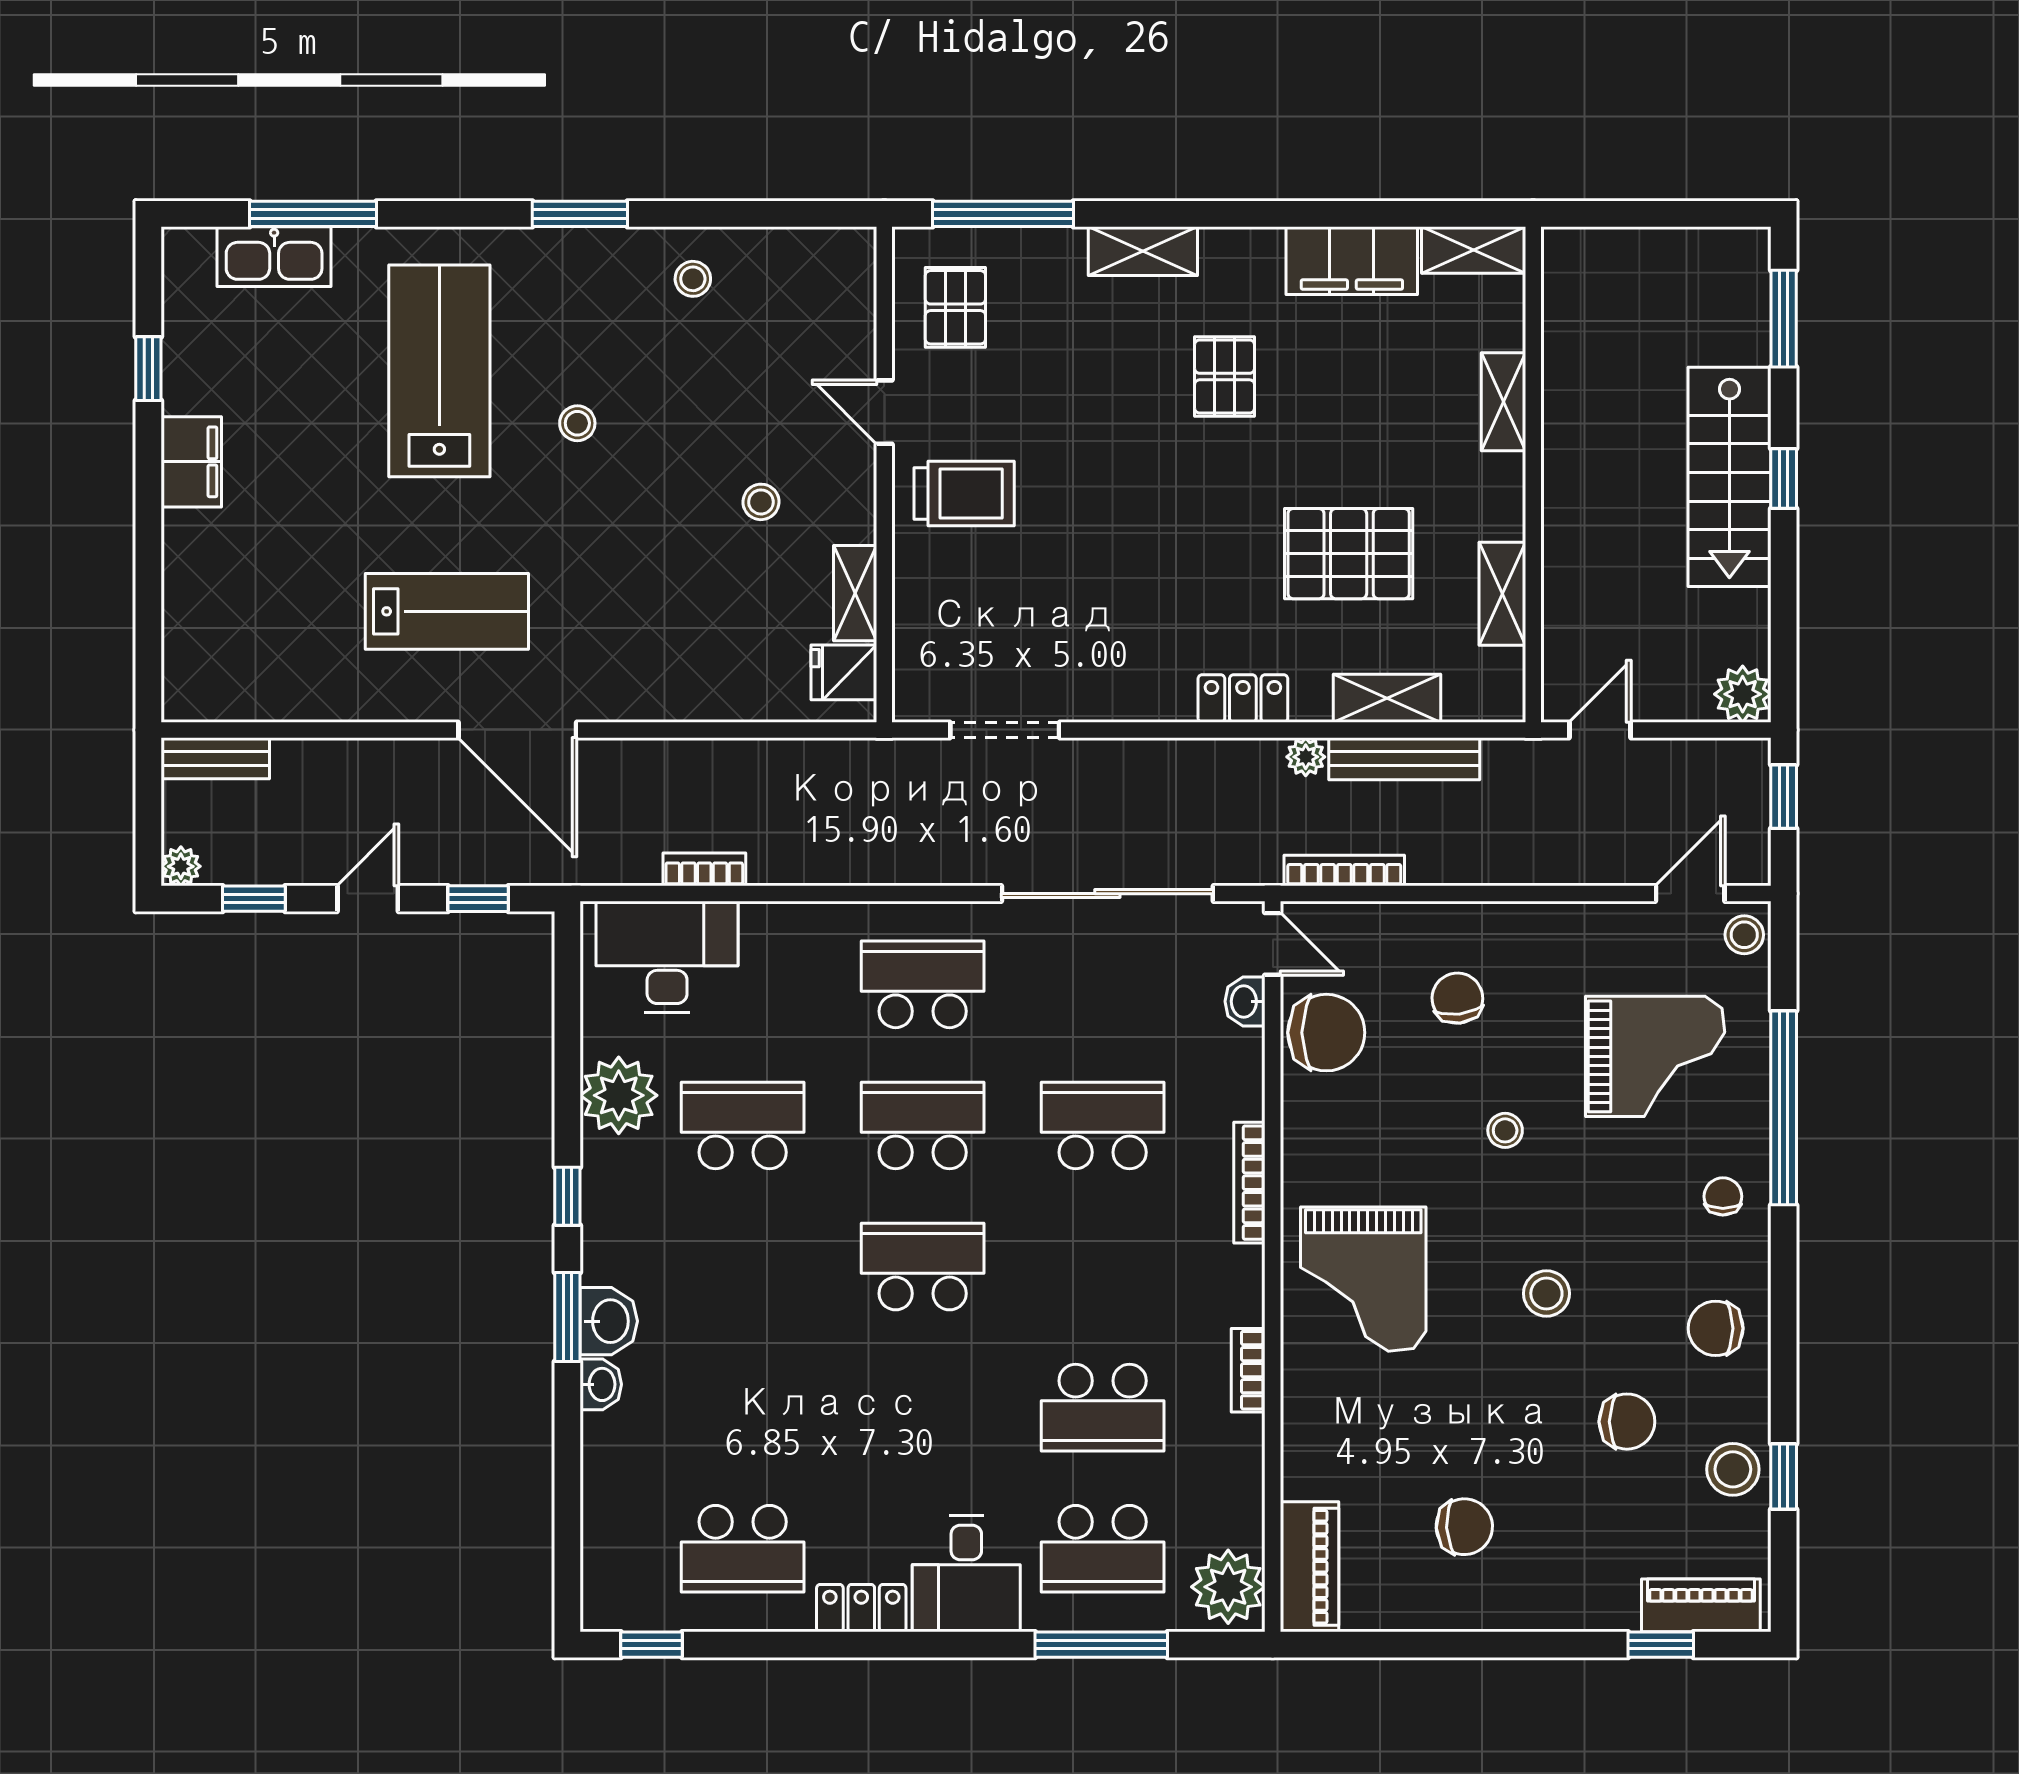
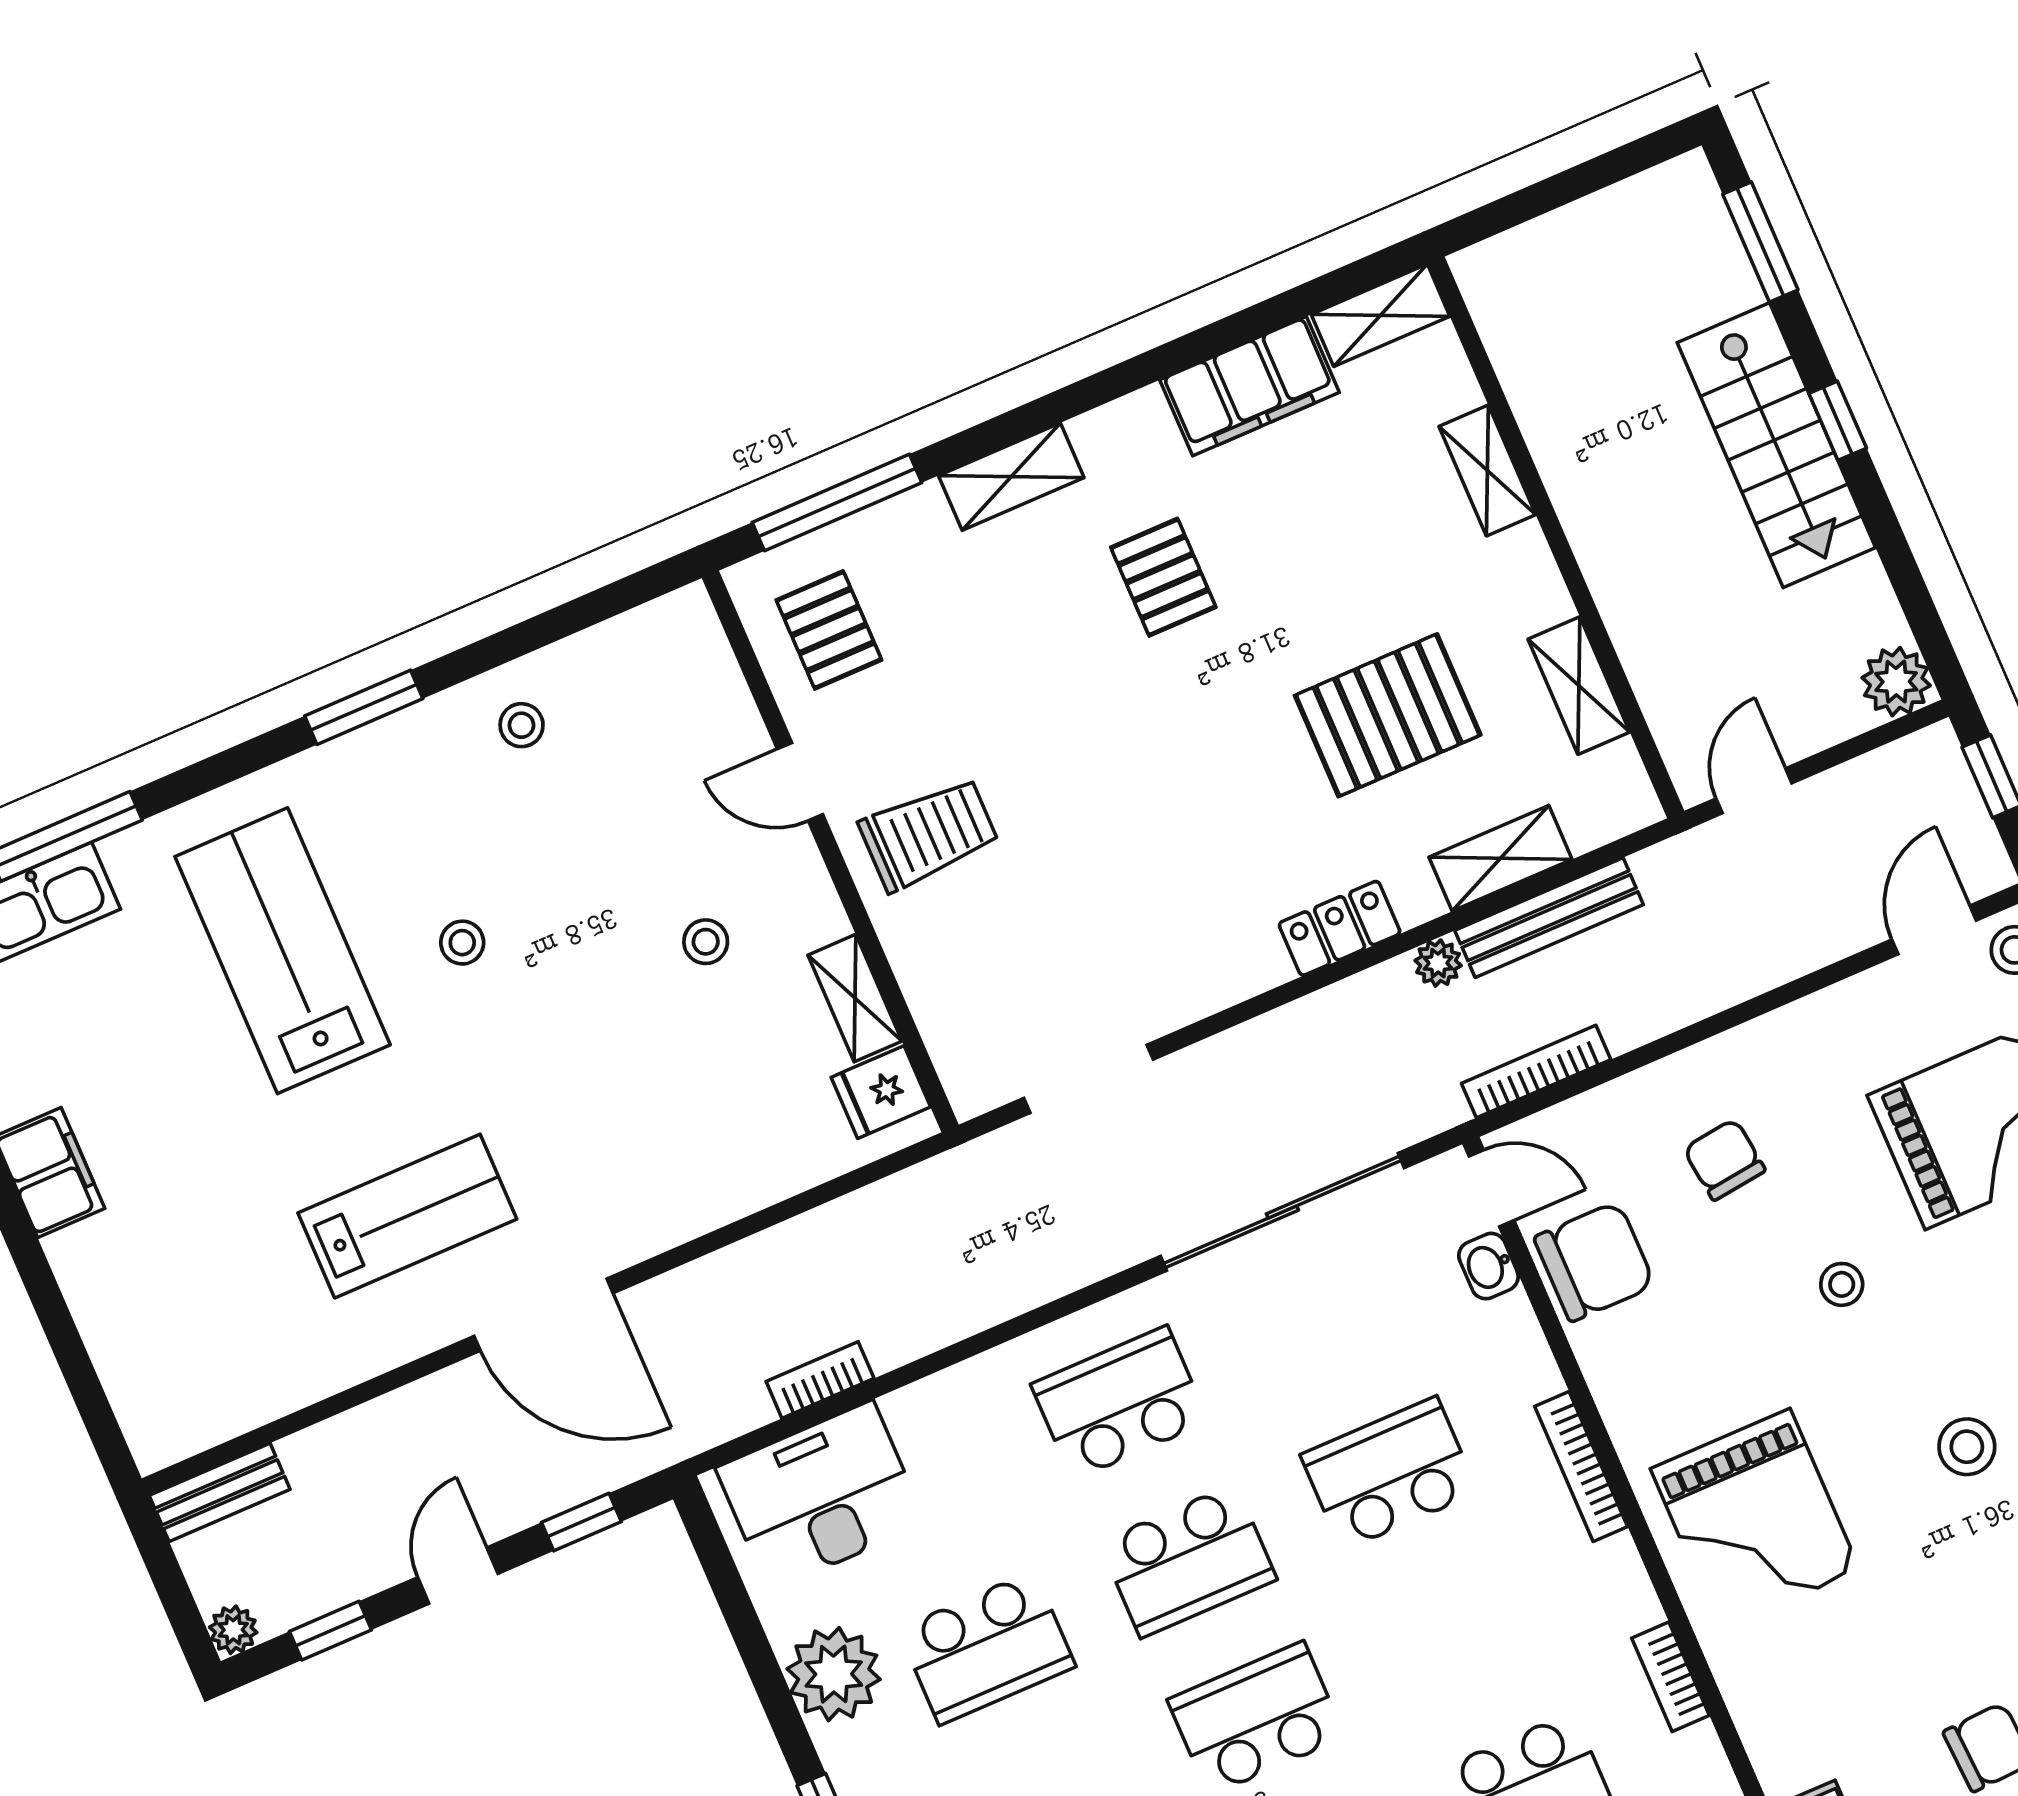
school desk: (743, 1125) -> (987, 1648), turned 180
school desk: (923, 1125) -> (1188, 1561), turned 180

